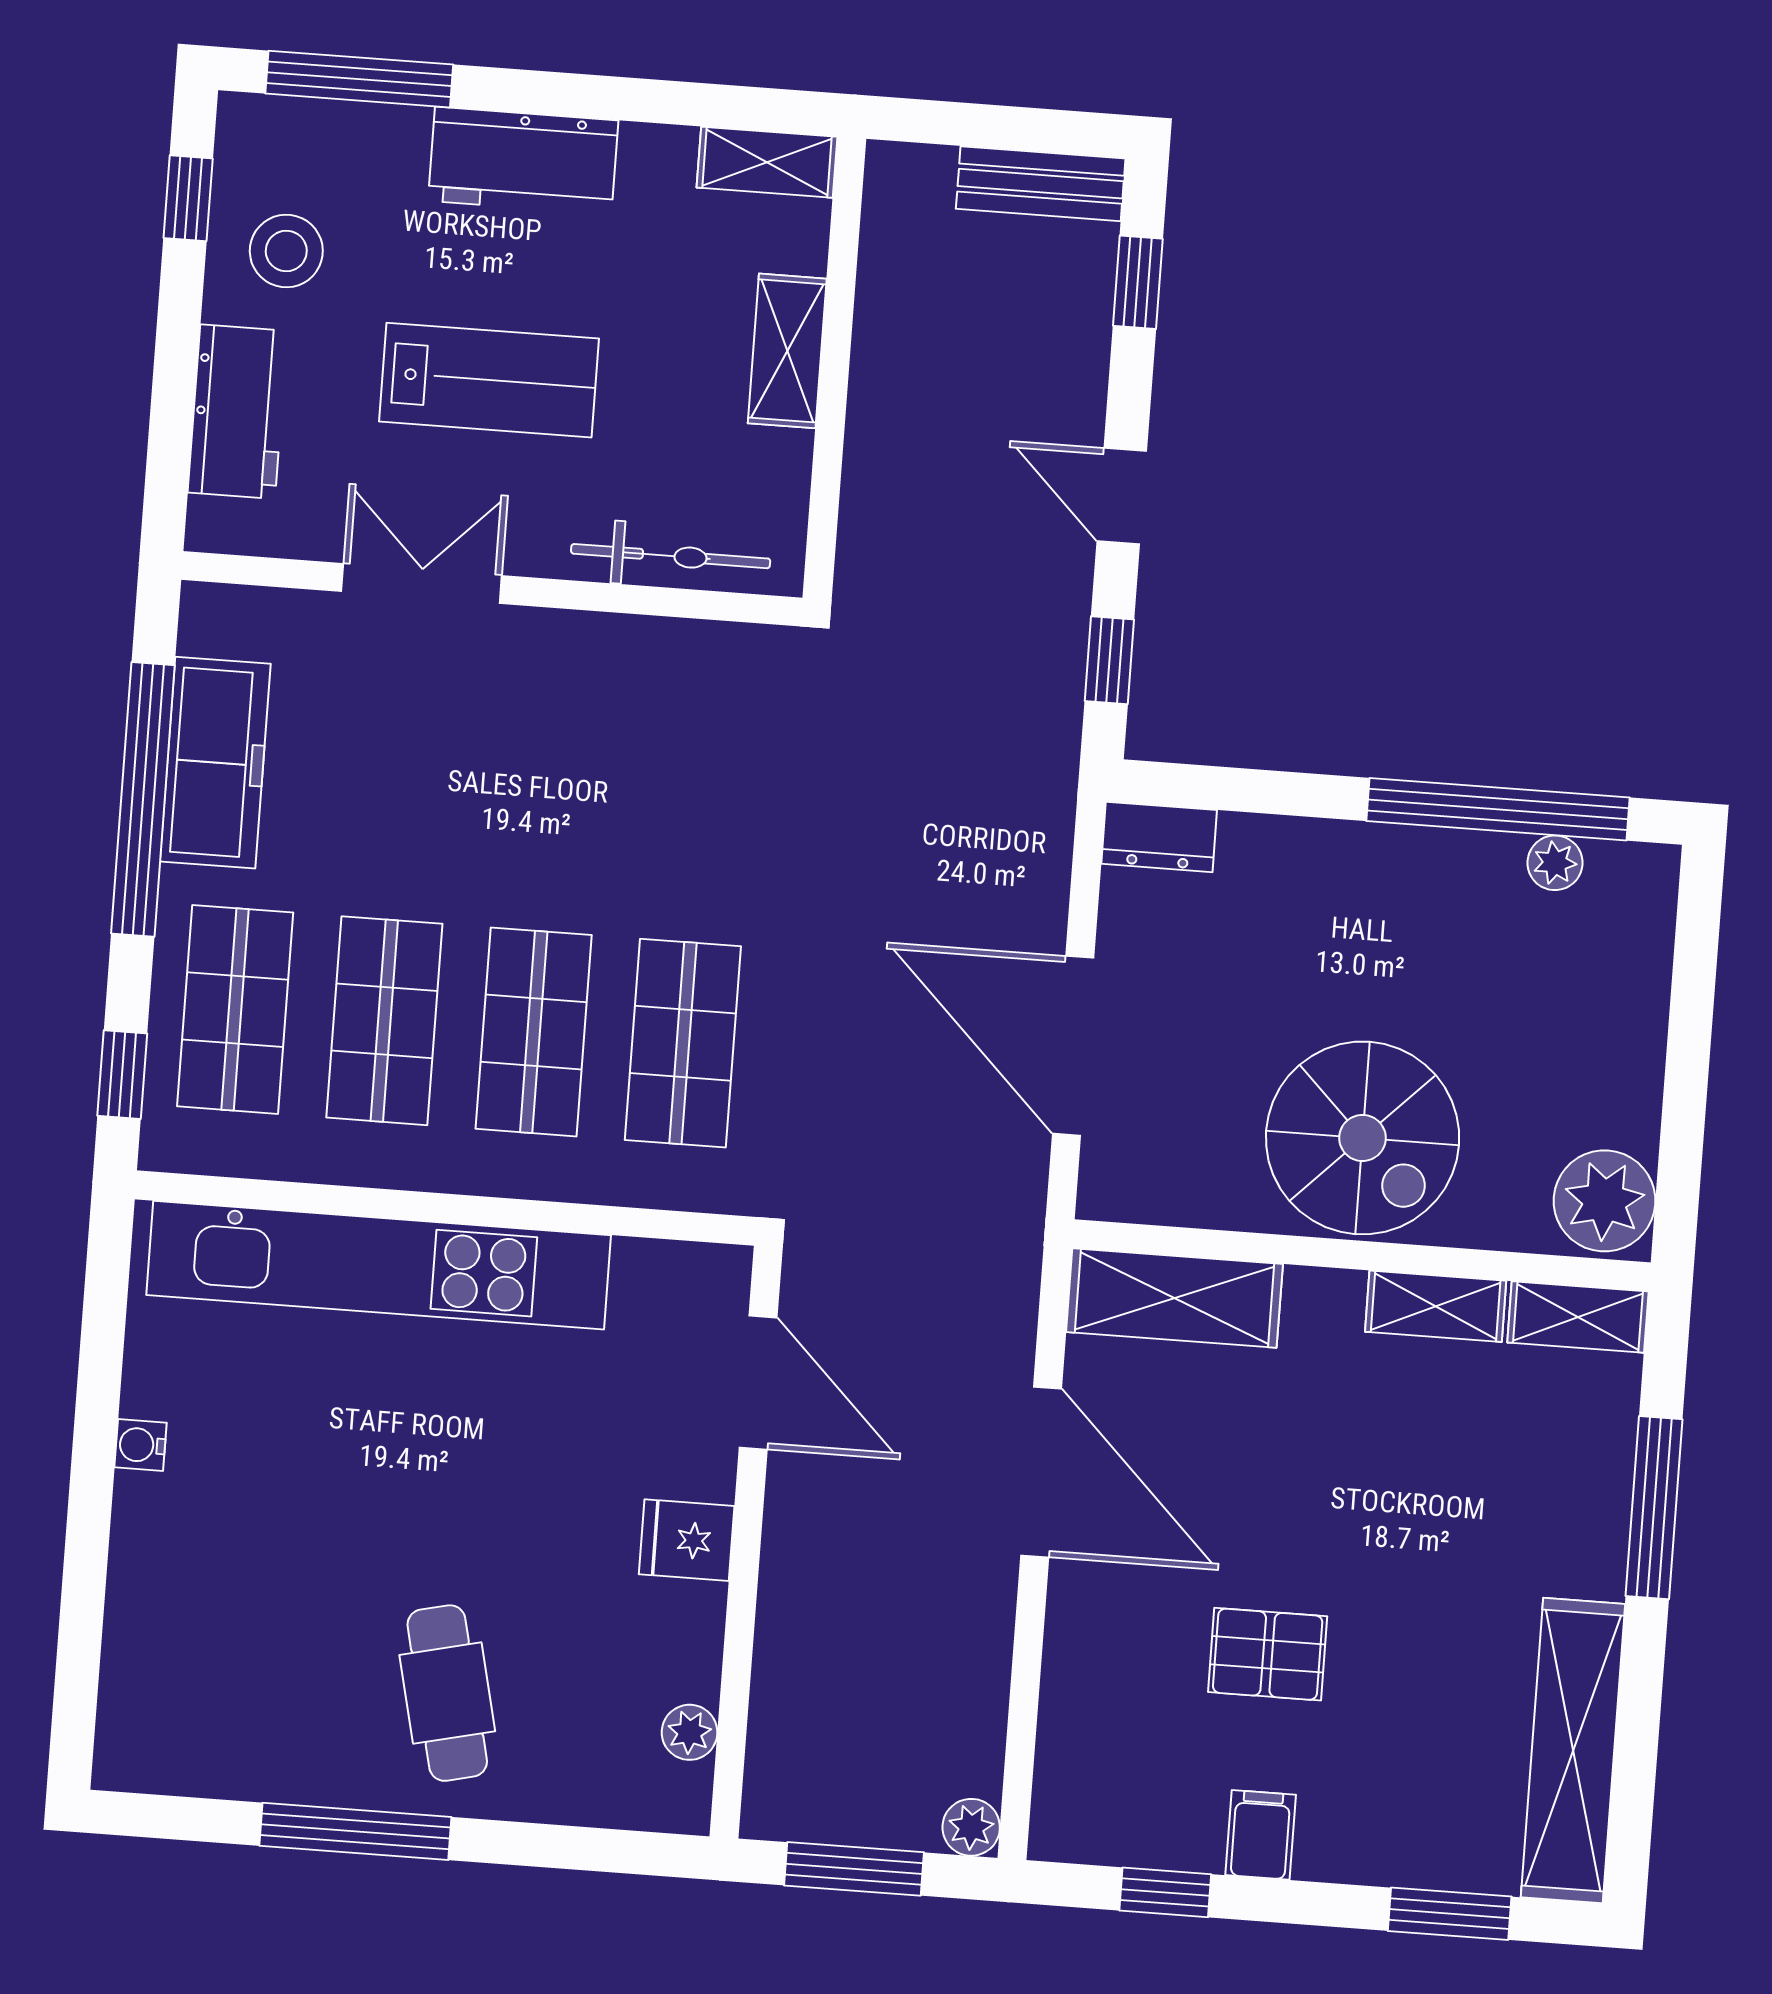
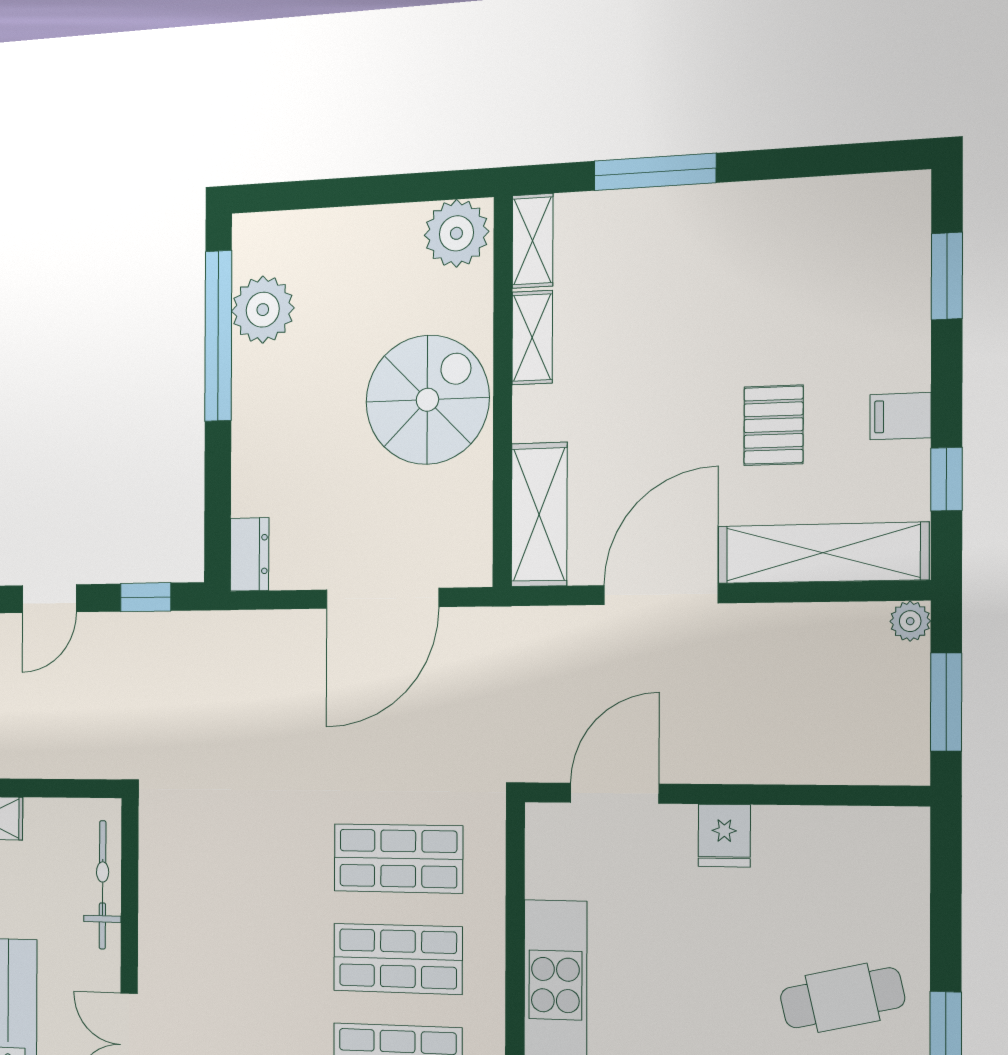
plant: (1555, 863) -> (263, 310), width x1.87, depth x1.87
plant: (690, 1732) -> (858, 825), removed
shelving: (1573, 1751) -> (823, 553), moved

